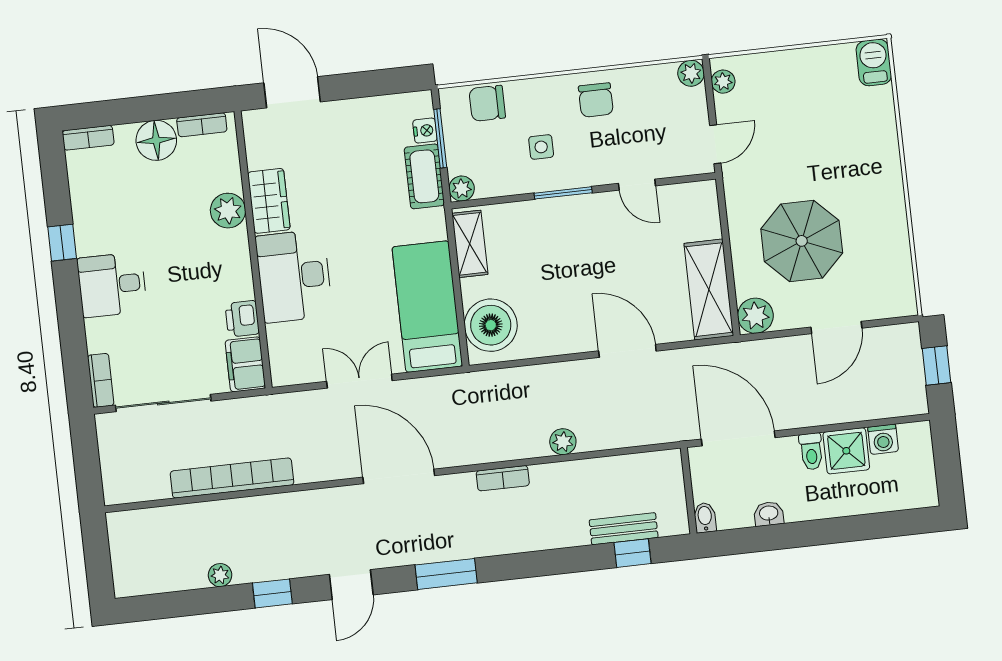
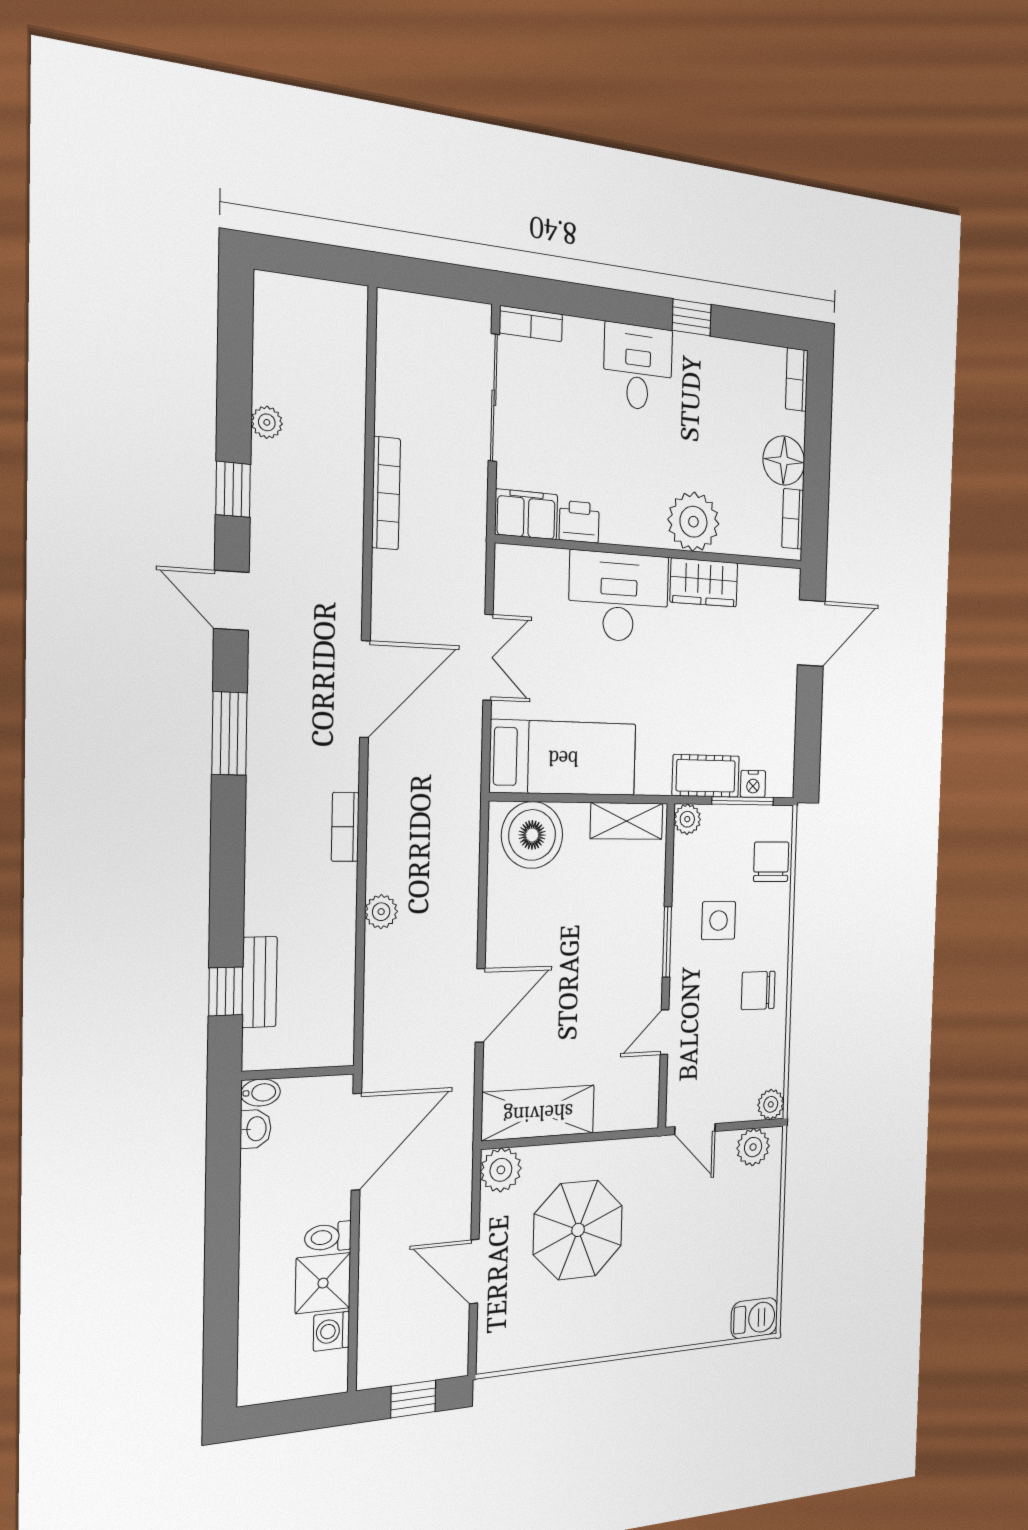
plant: (723, 82) -> (753, 1147), width x1.38, depth x1.38
side table: (541, 147) -> (719, 921), width x1.37, depth x1.37
plant: (228, 211) -> (693, 522), width x1.36, depth x1.36
bookcase: (232, 478) -> (386, 493), width x0.68, depth x0.76
washbasin: (769, 514) -> (256, 1129), moved

